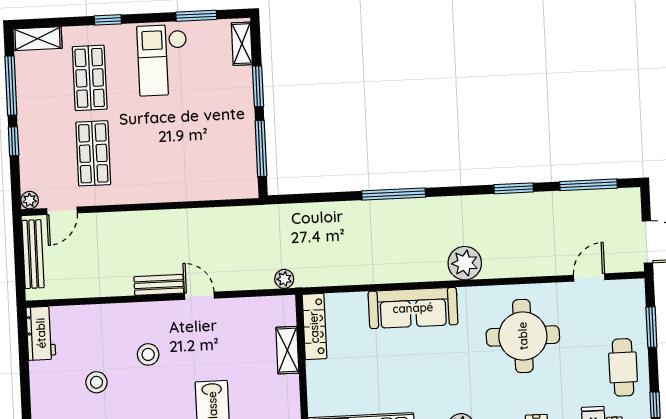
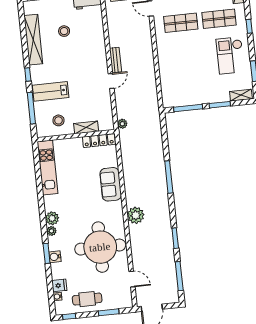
checkout: (163, 60) -> (230, 55), turned -90
sofa: (413, 308) -> (111, 184), width x0.73
round table: (523, 336) -> (100, 247), width x1.36, depth x1.36
stool: (148, 354) -> (58, 120), moved

